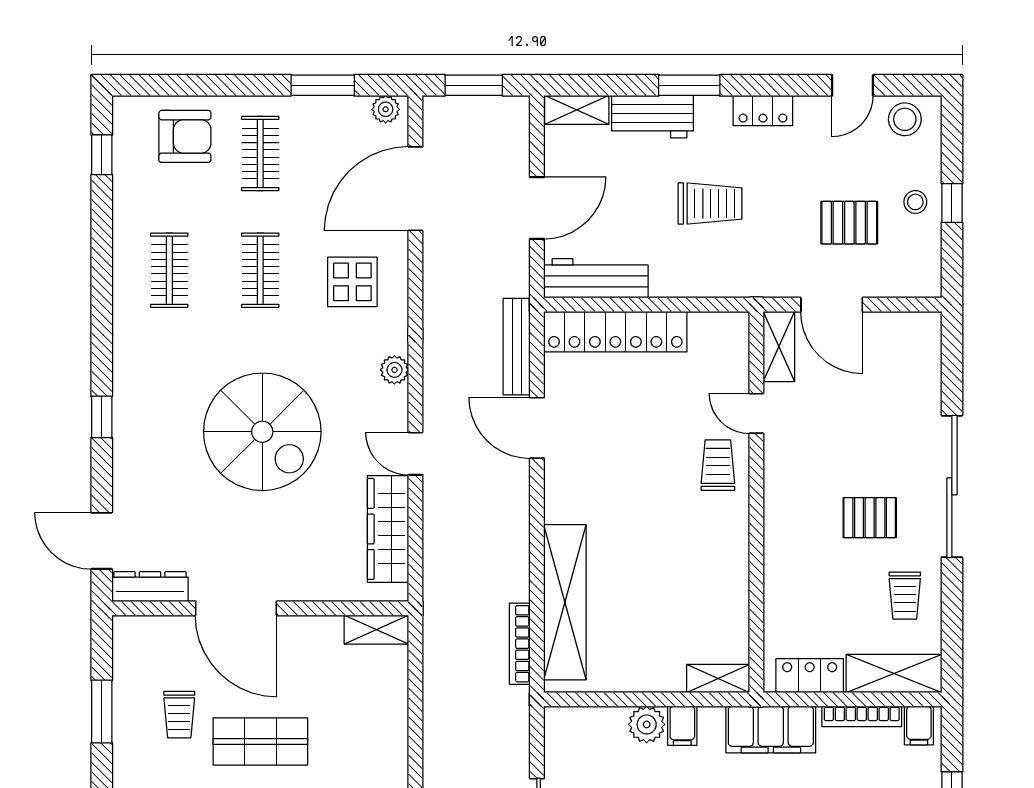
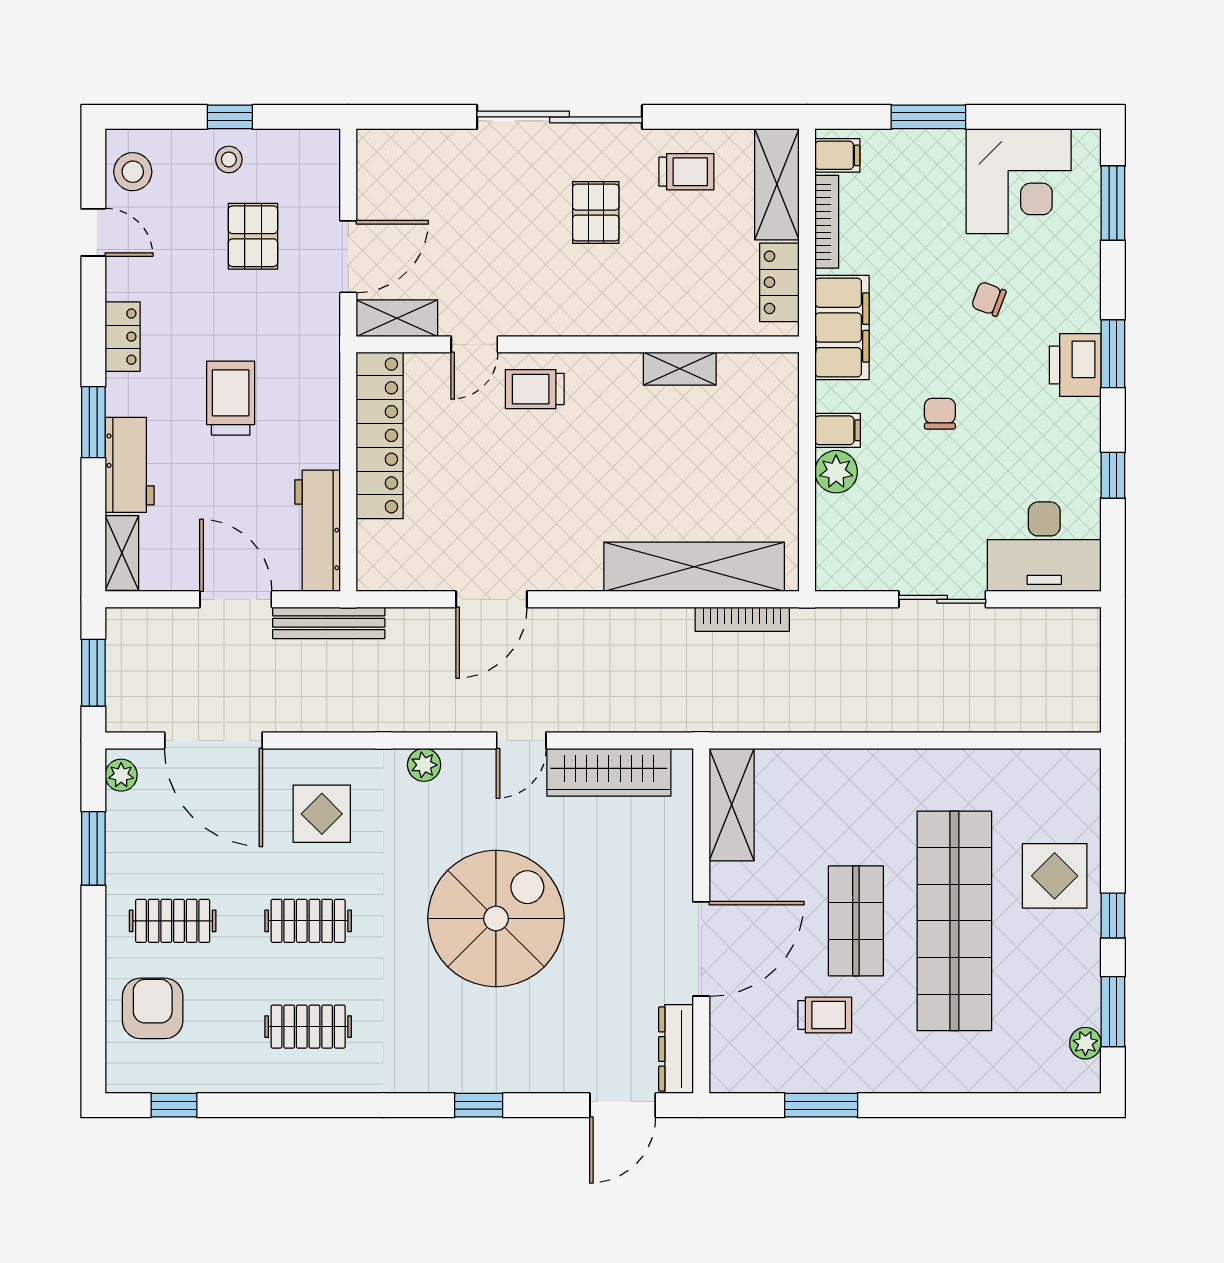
locker: (615, 332) -> (380, 435), moved
bench: (517, 347) -> (329, 623), moved
shelving: (376, 630) -> (732, 805), width x1.50, depth x1.33
shelving: (718, 679) -> (680, 369), moved, turned 90

